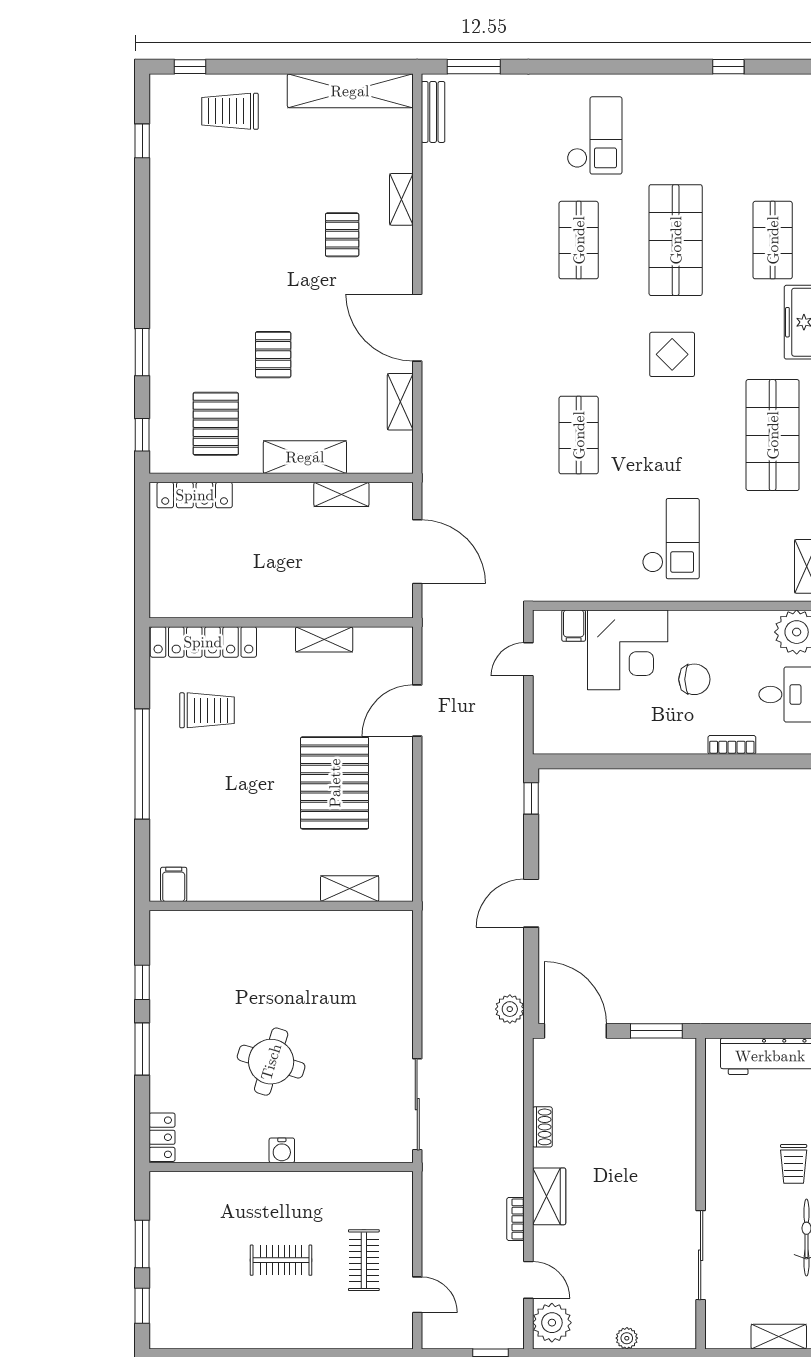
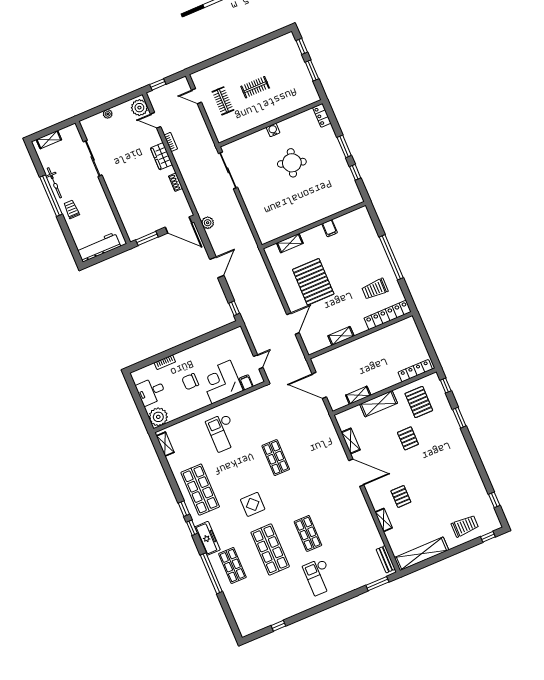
filing cabinet: (174, 884) -> (330, 228), moved

